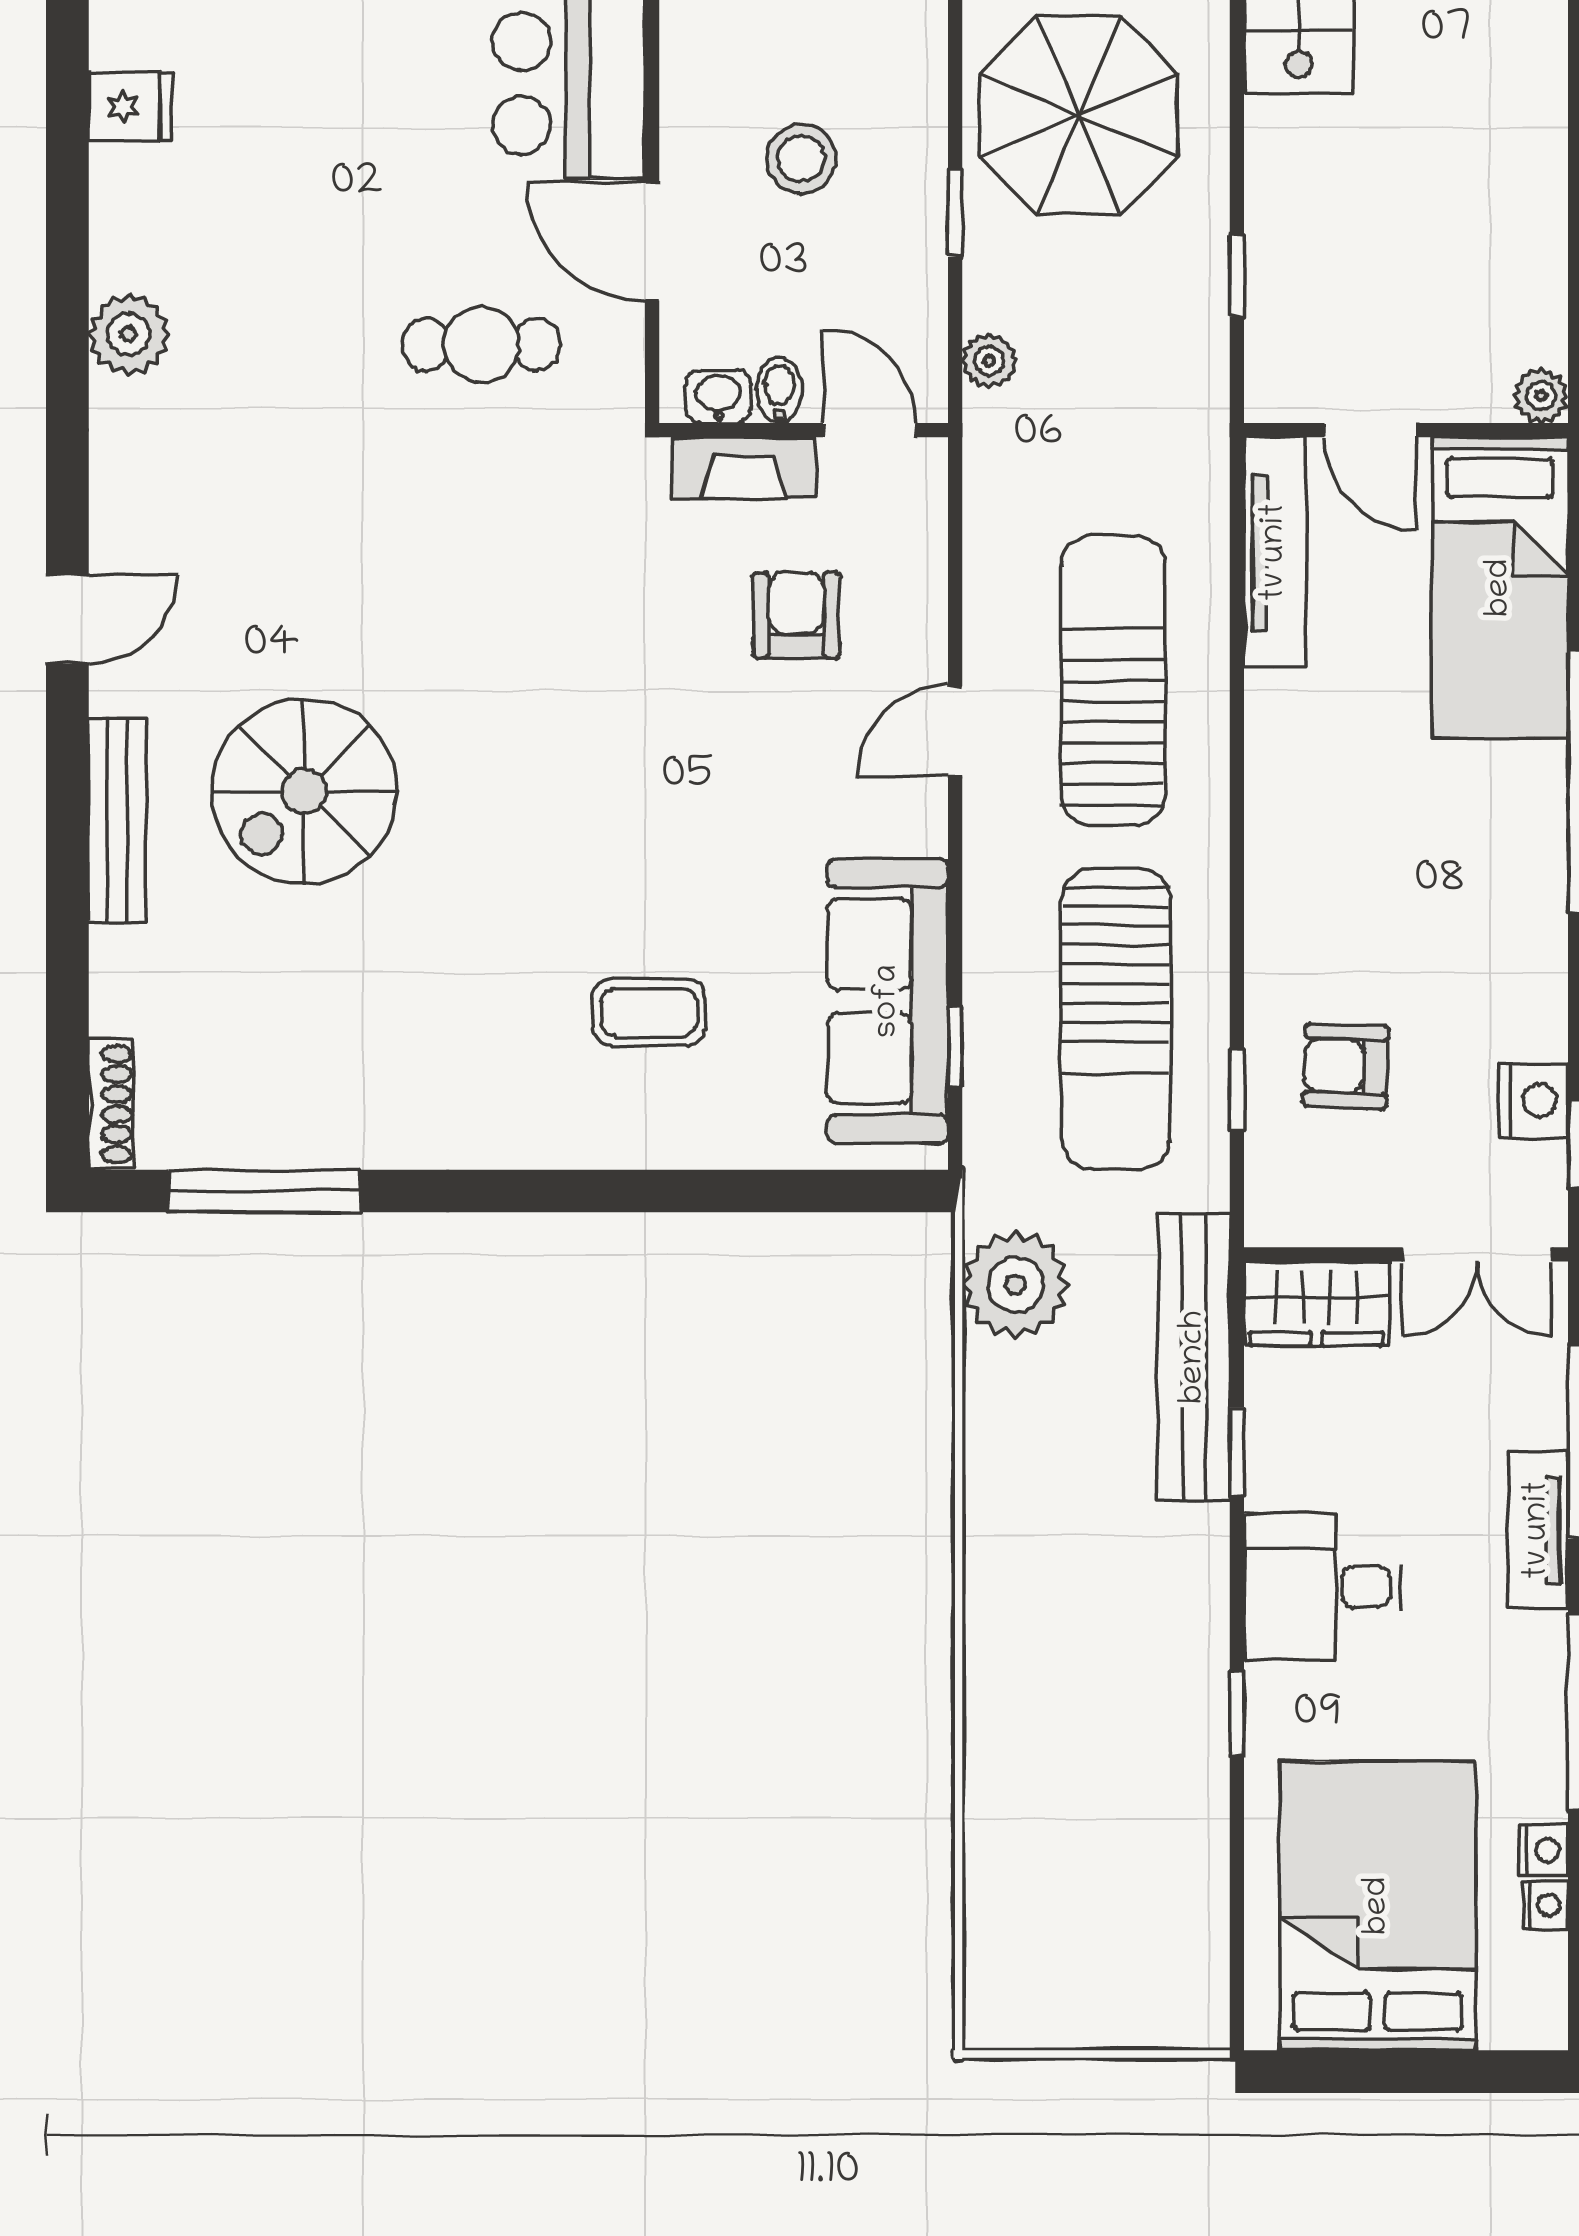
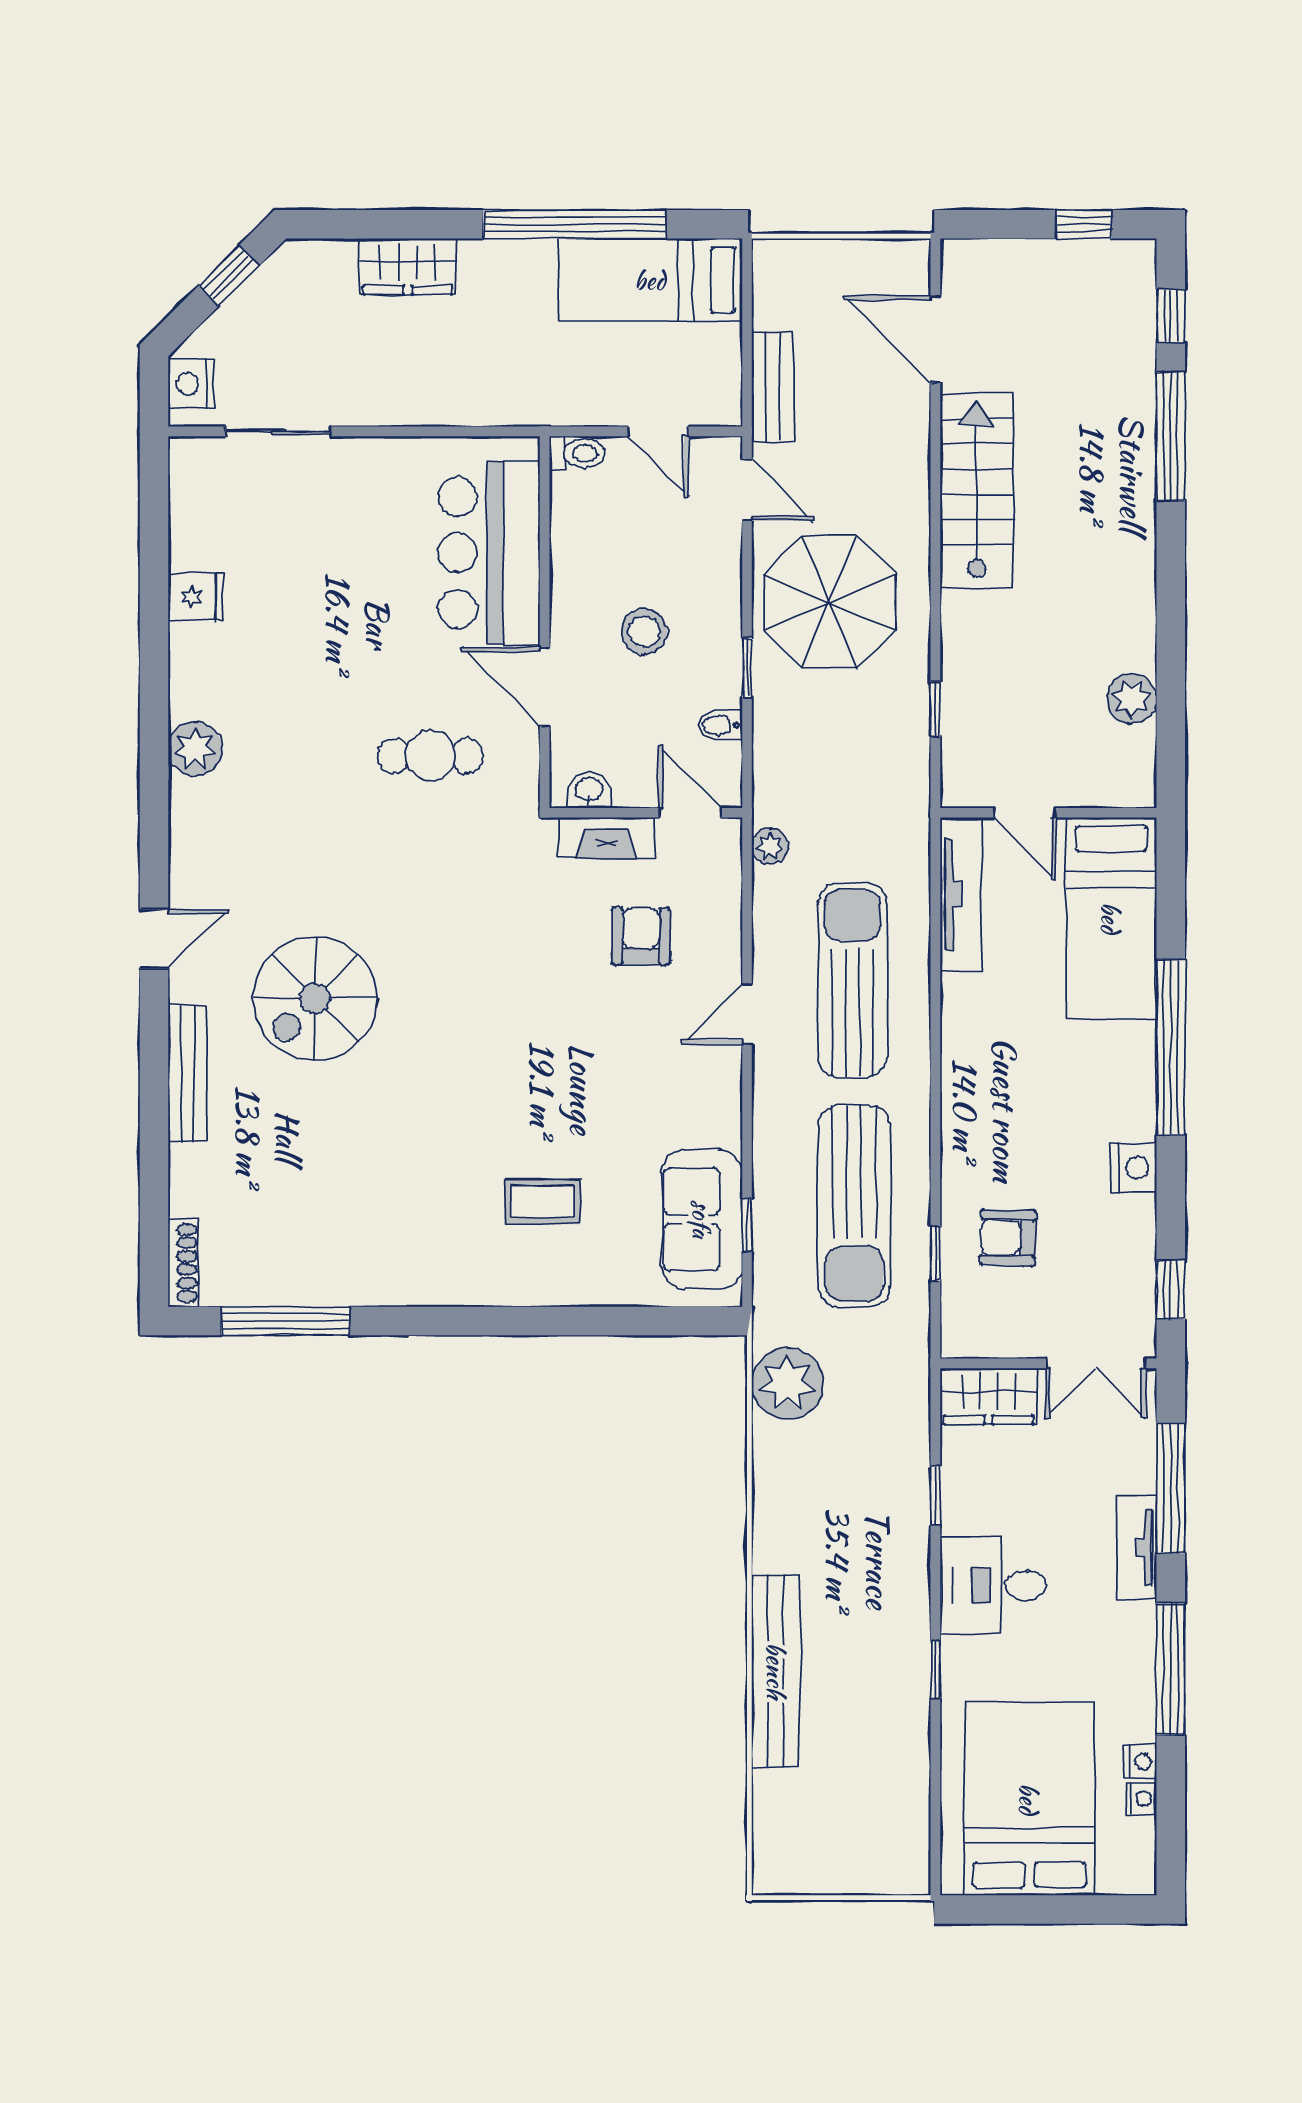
plant: (989, 361) -> (770, 846), moved
bidet: (779, 390) -> (720, 725), moved, turned -90
plant: (1541, 396) -> (1132, 699), moved, width x1.38, depth x1.38
spiral stairs: (304, 791) -> (315, 998), moved
sofa: (888, 1001) -> (702, 1219), width x0.73
nightstand: (1534, 1101) -> (1134, 1167), moved
bench: (1194, 1357) -> (776, 1671), moved

